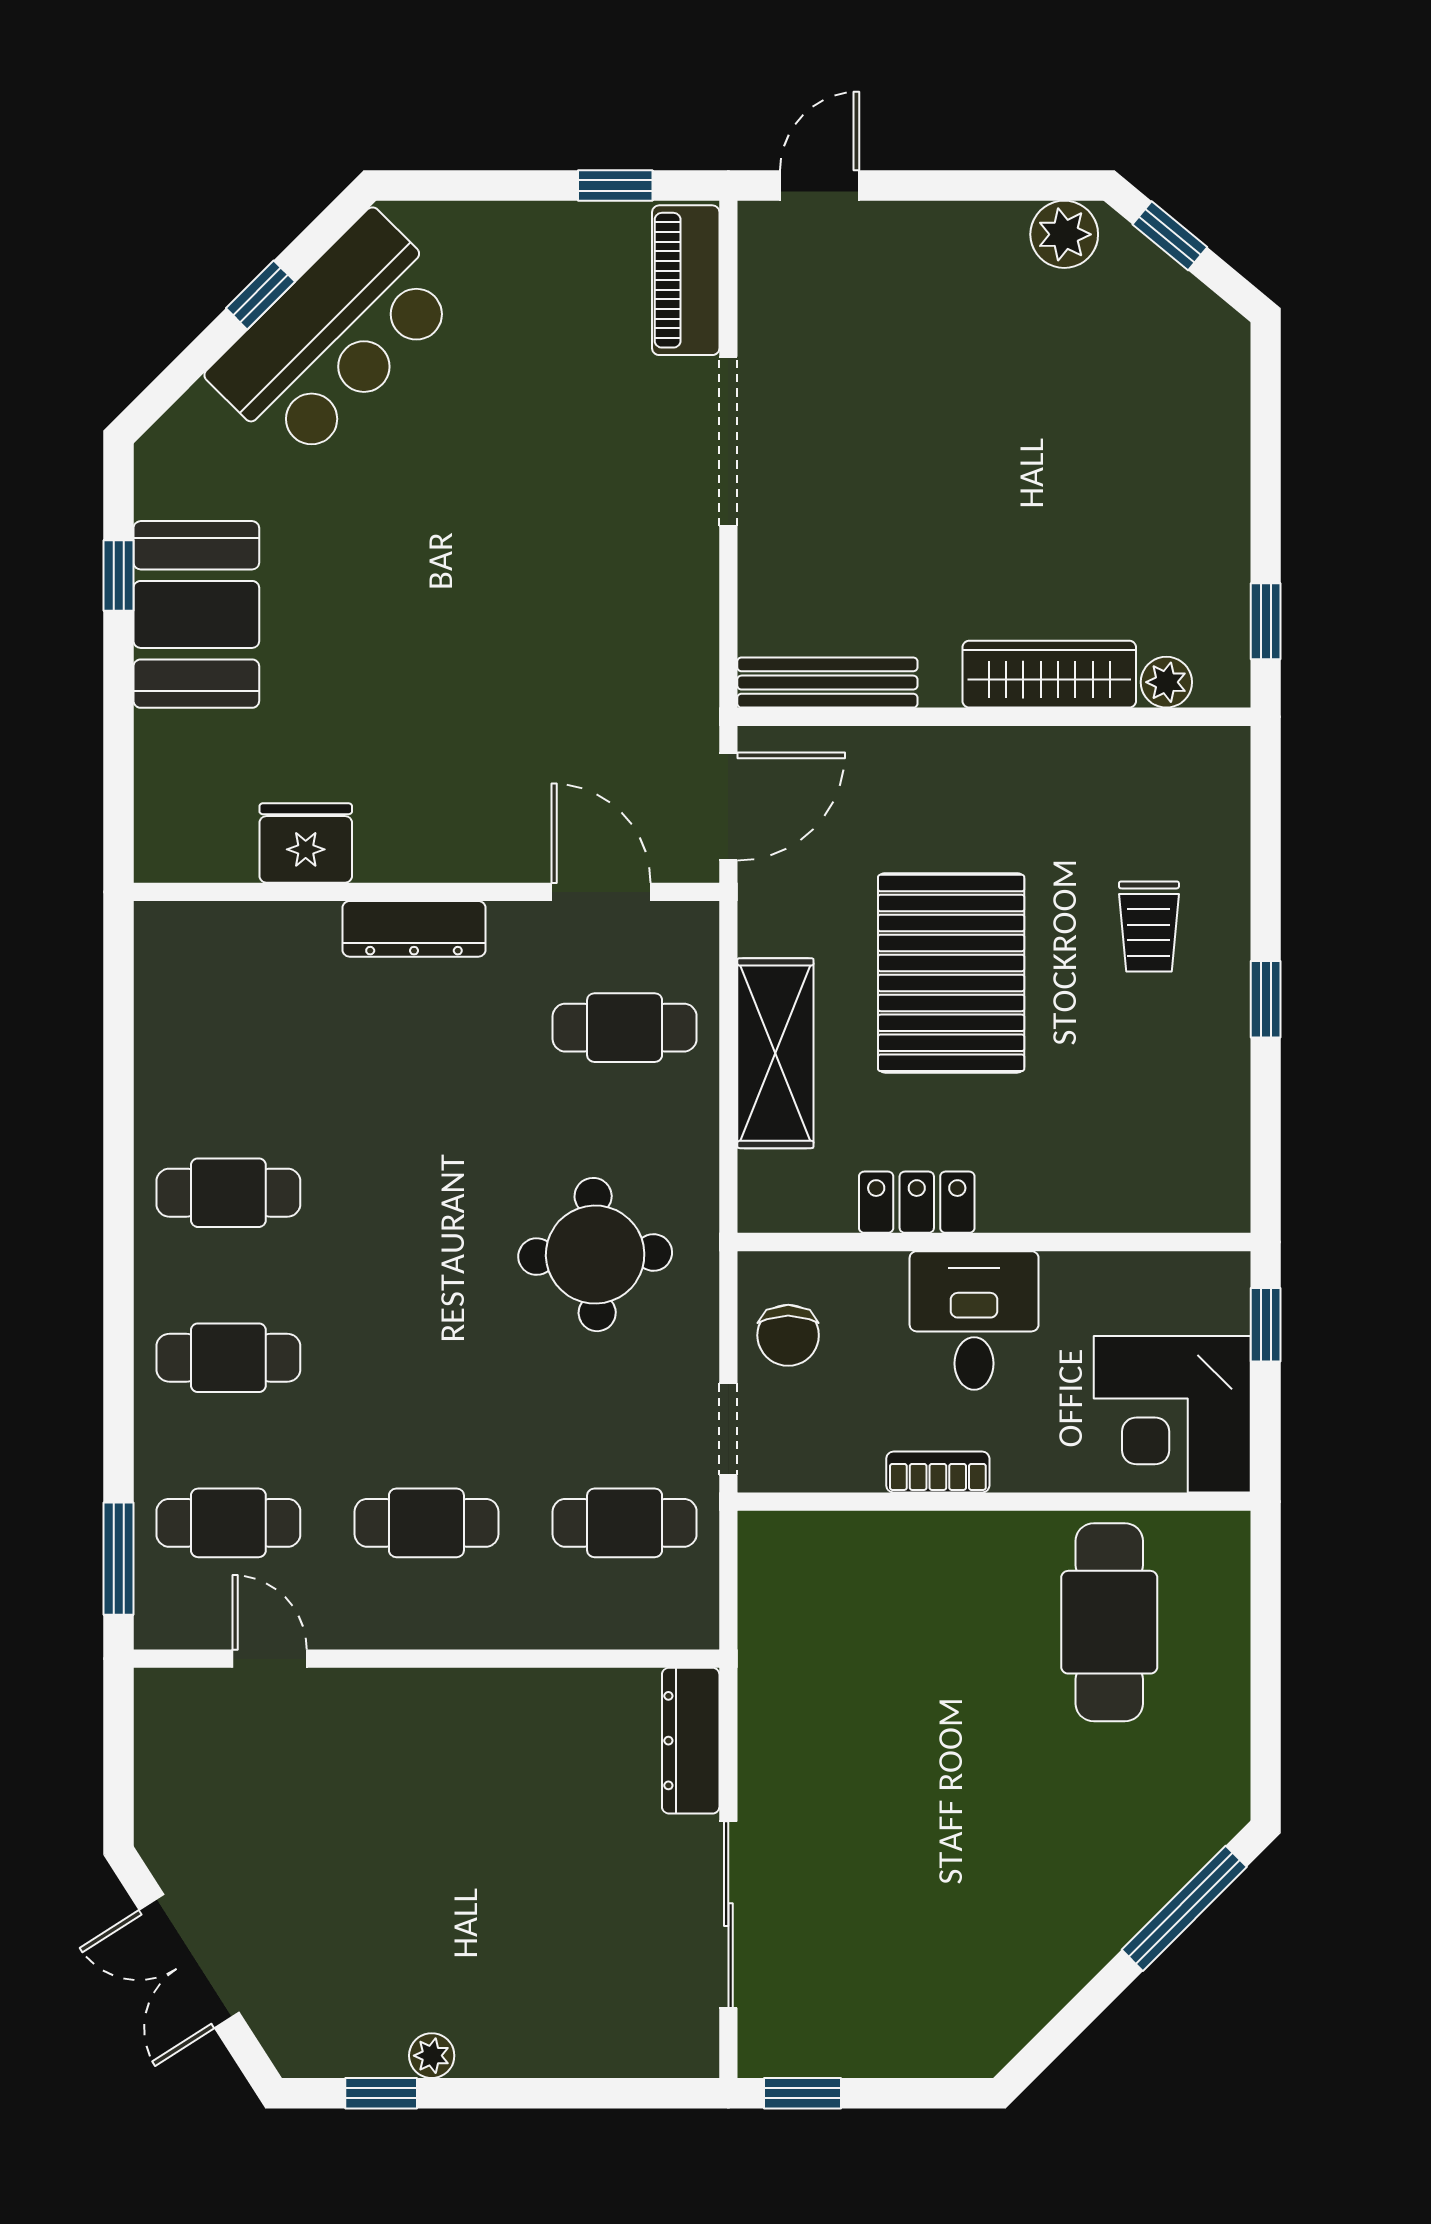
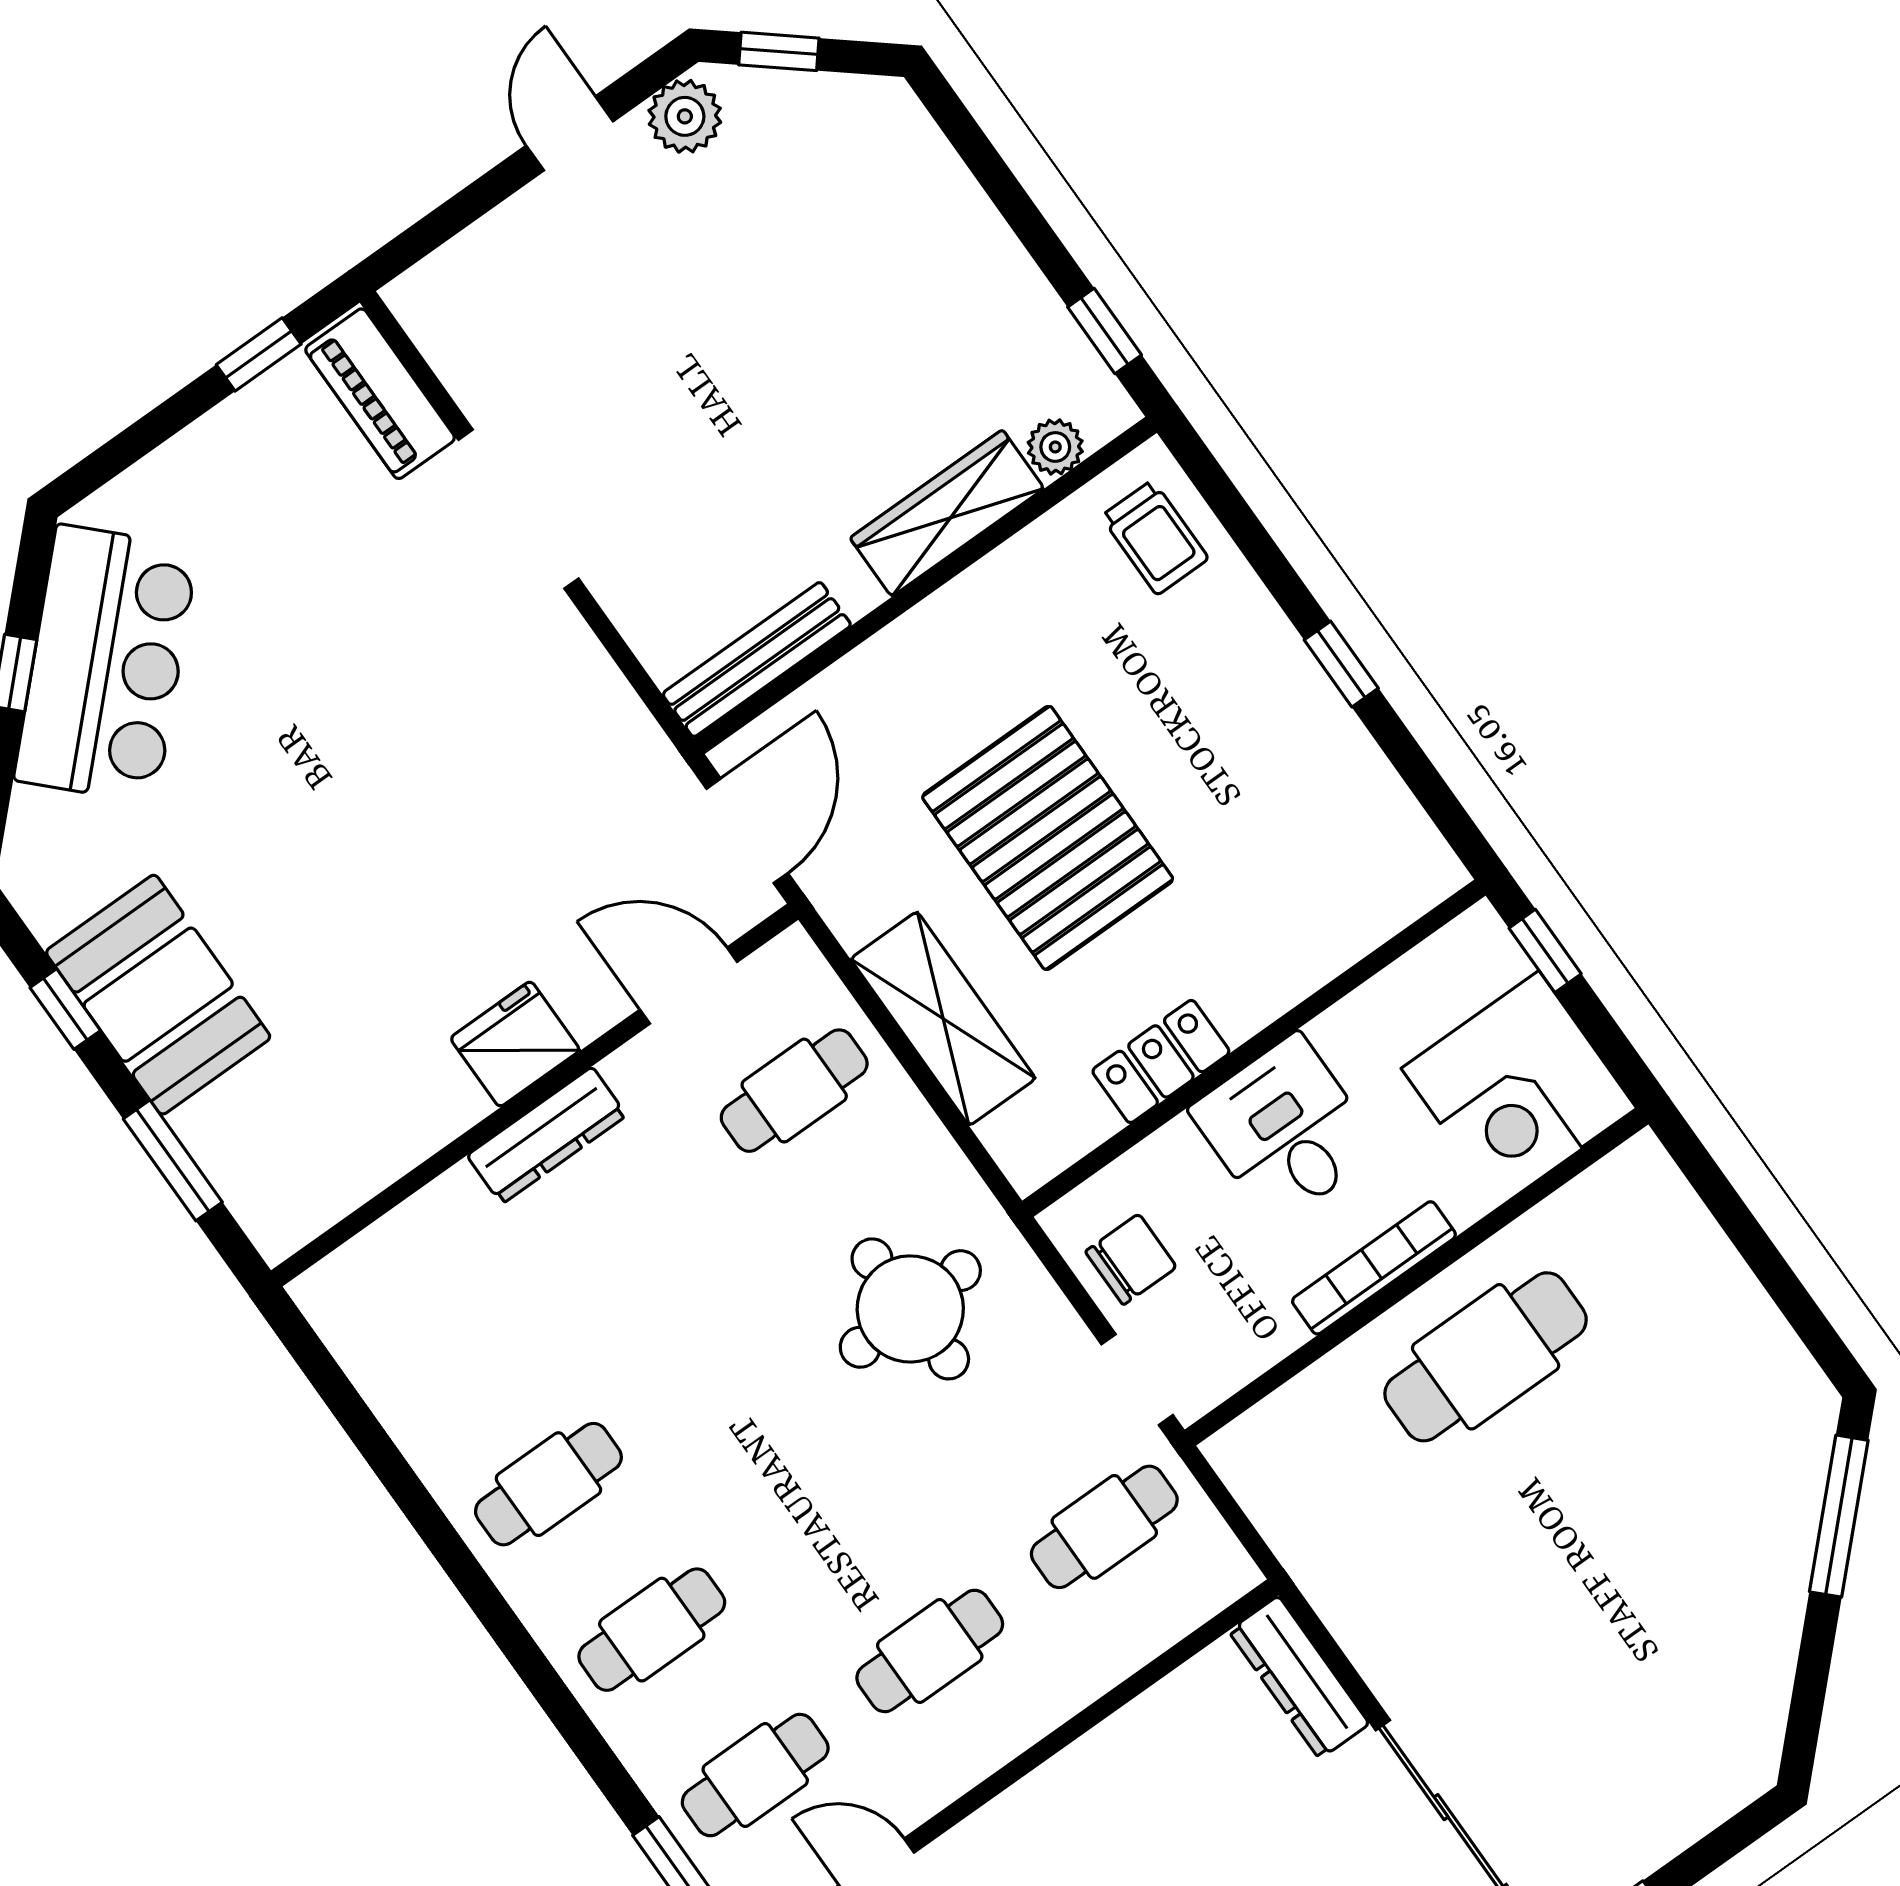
door: (820, 185) -> (570, 133), moved
window: (119, 747) -> (173, 1160), added
fridge: (306, 843) -> (515, 1044), moved
trolley: (1149, 926) -> (1155, 538), moved
chair: (788, 1335) -> (1131, 1259), turned -90
bookcase: (938, 1472) -> (1374, 1268), width x1.56
cafe table: (1109, 1622) -> (1486, 1357), moved, turned 90

